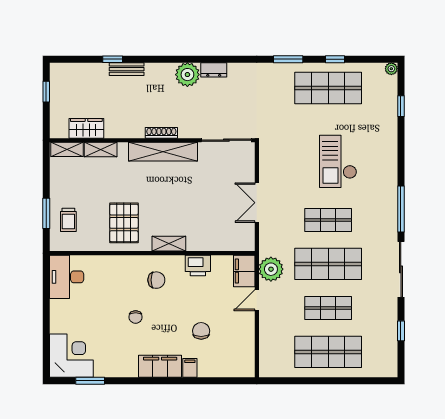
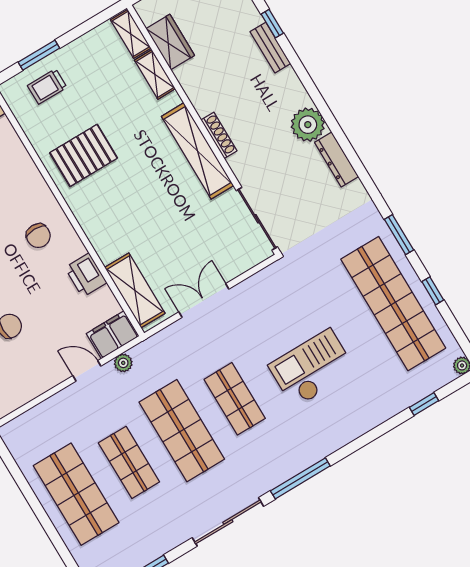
dresser: (214, 70) -> (337, 160), width x1.44
shop shelf: (328, 88) -> (393, 304), width x1.40
shelving: (169, 244) -> (135, 290), moved, width x1.50, depth x1.33
plant: (271, 269) -> (123, 363), width x0.53, depth x0.53

